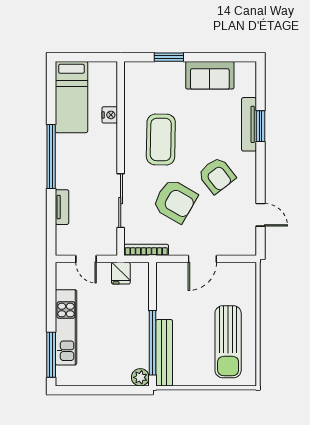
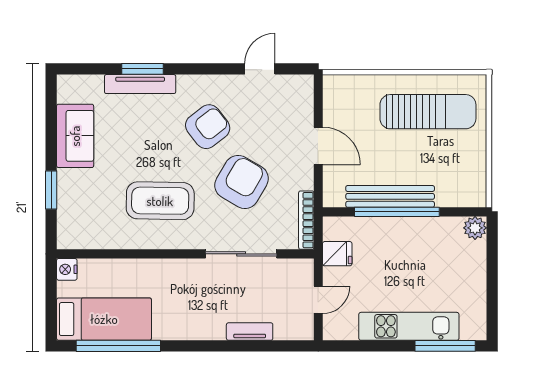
nightstand: (110, 115) -> (67, 269), moved, turned -90
window: (51, 157) -> (118, 346), moved
window: (152, 343) -> (397, 212), moved
bench: (164, 353) -> (390, 196), moved

